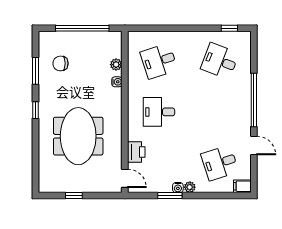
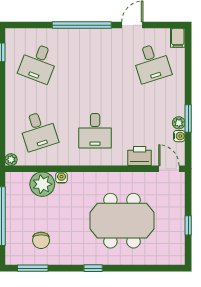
plant: (133, 36) -> (11, 160), added
plant: (116, 65) -> (42, 184), width x1.87, depth x1.87
window: (36, 71) -> (33, 268), moved
door: (125, 178) -> (169, 169), hinge flipped
plant: (190, 187) -> (179, 123), moved
water cooler: (178, 188) -> (179, 136), moved

